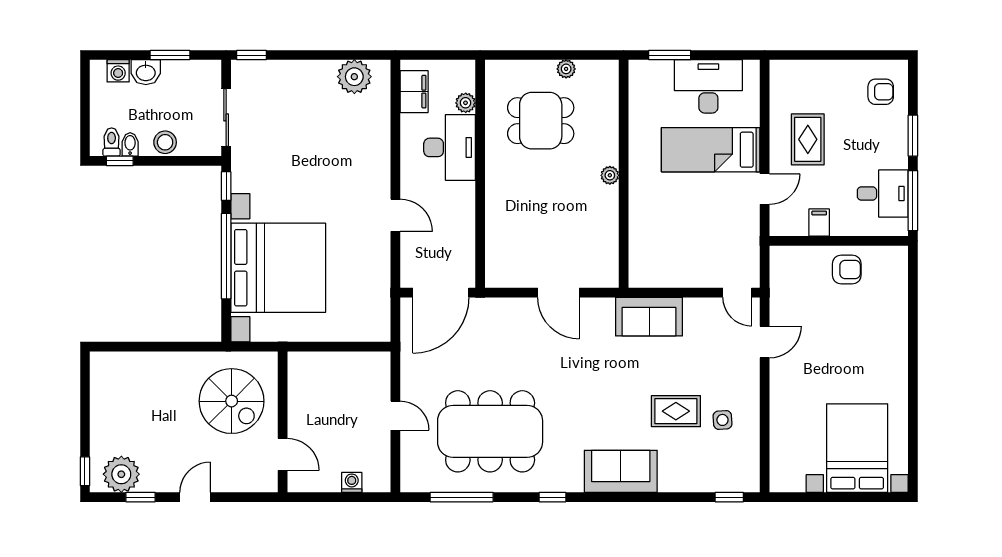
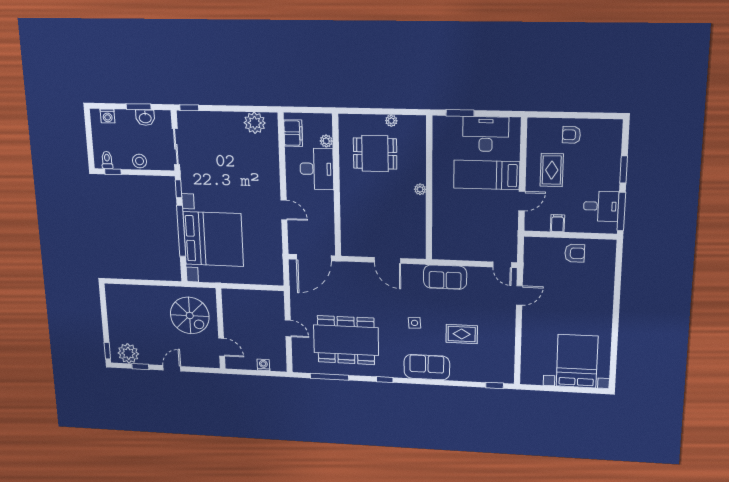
washbasin: (146, 72) -> (145, 118), moved
armchair: (881, 92) -> (571, 135), moved, turned 180
bidet: (130, 144) -> (118, 162), removed
side table: (722, 420) -> (415, 323), moved

